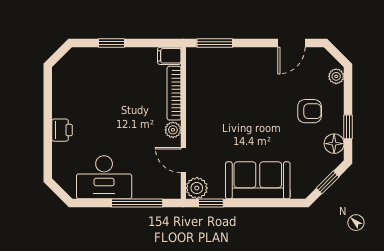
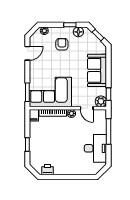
door: (292, 43) -> (27, 53), hinge flipped
corner sofa: (215, 88) -> (50, 92), added
printer: (62, 130) -> (47, 170), moved
door: (183, 160) -> (87, 108), hinge flipped

